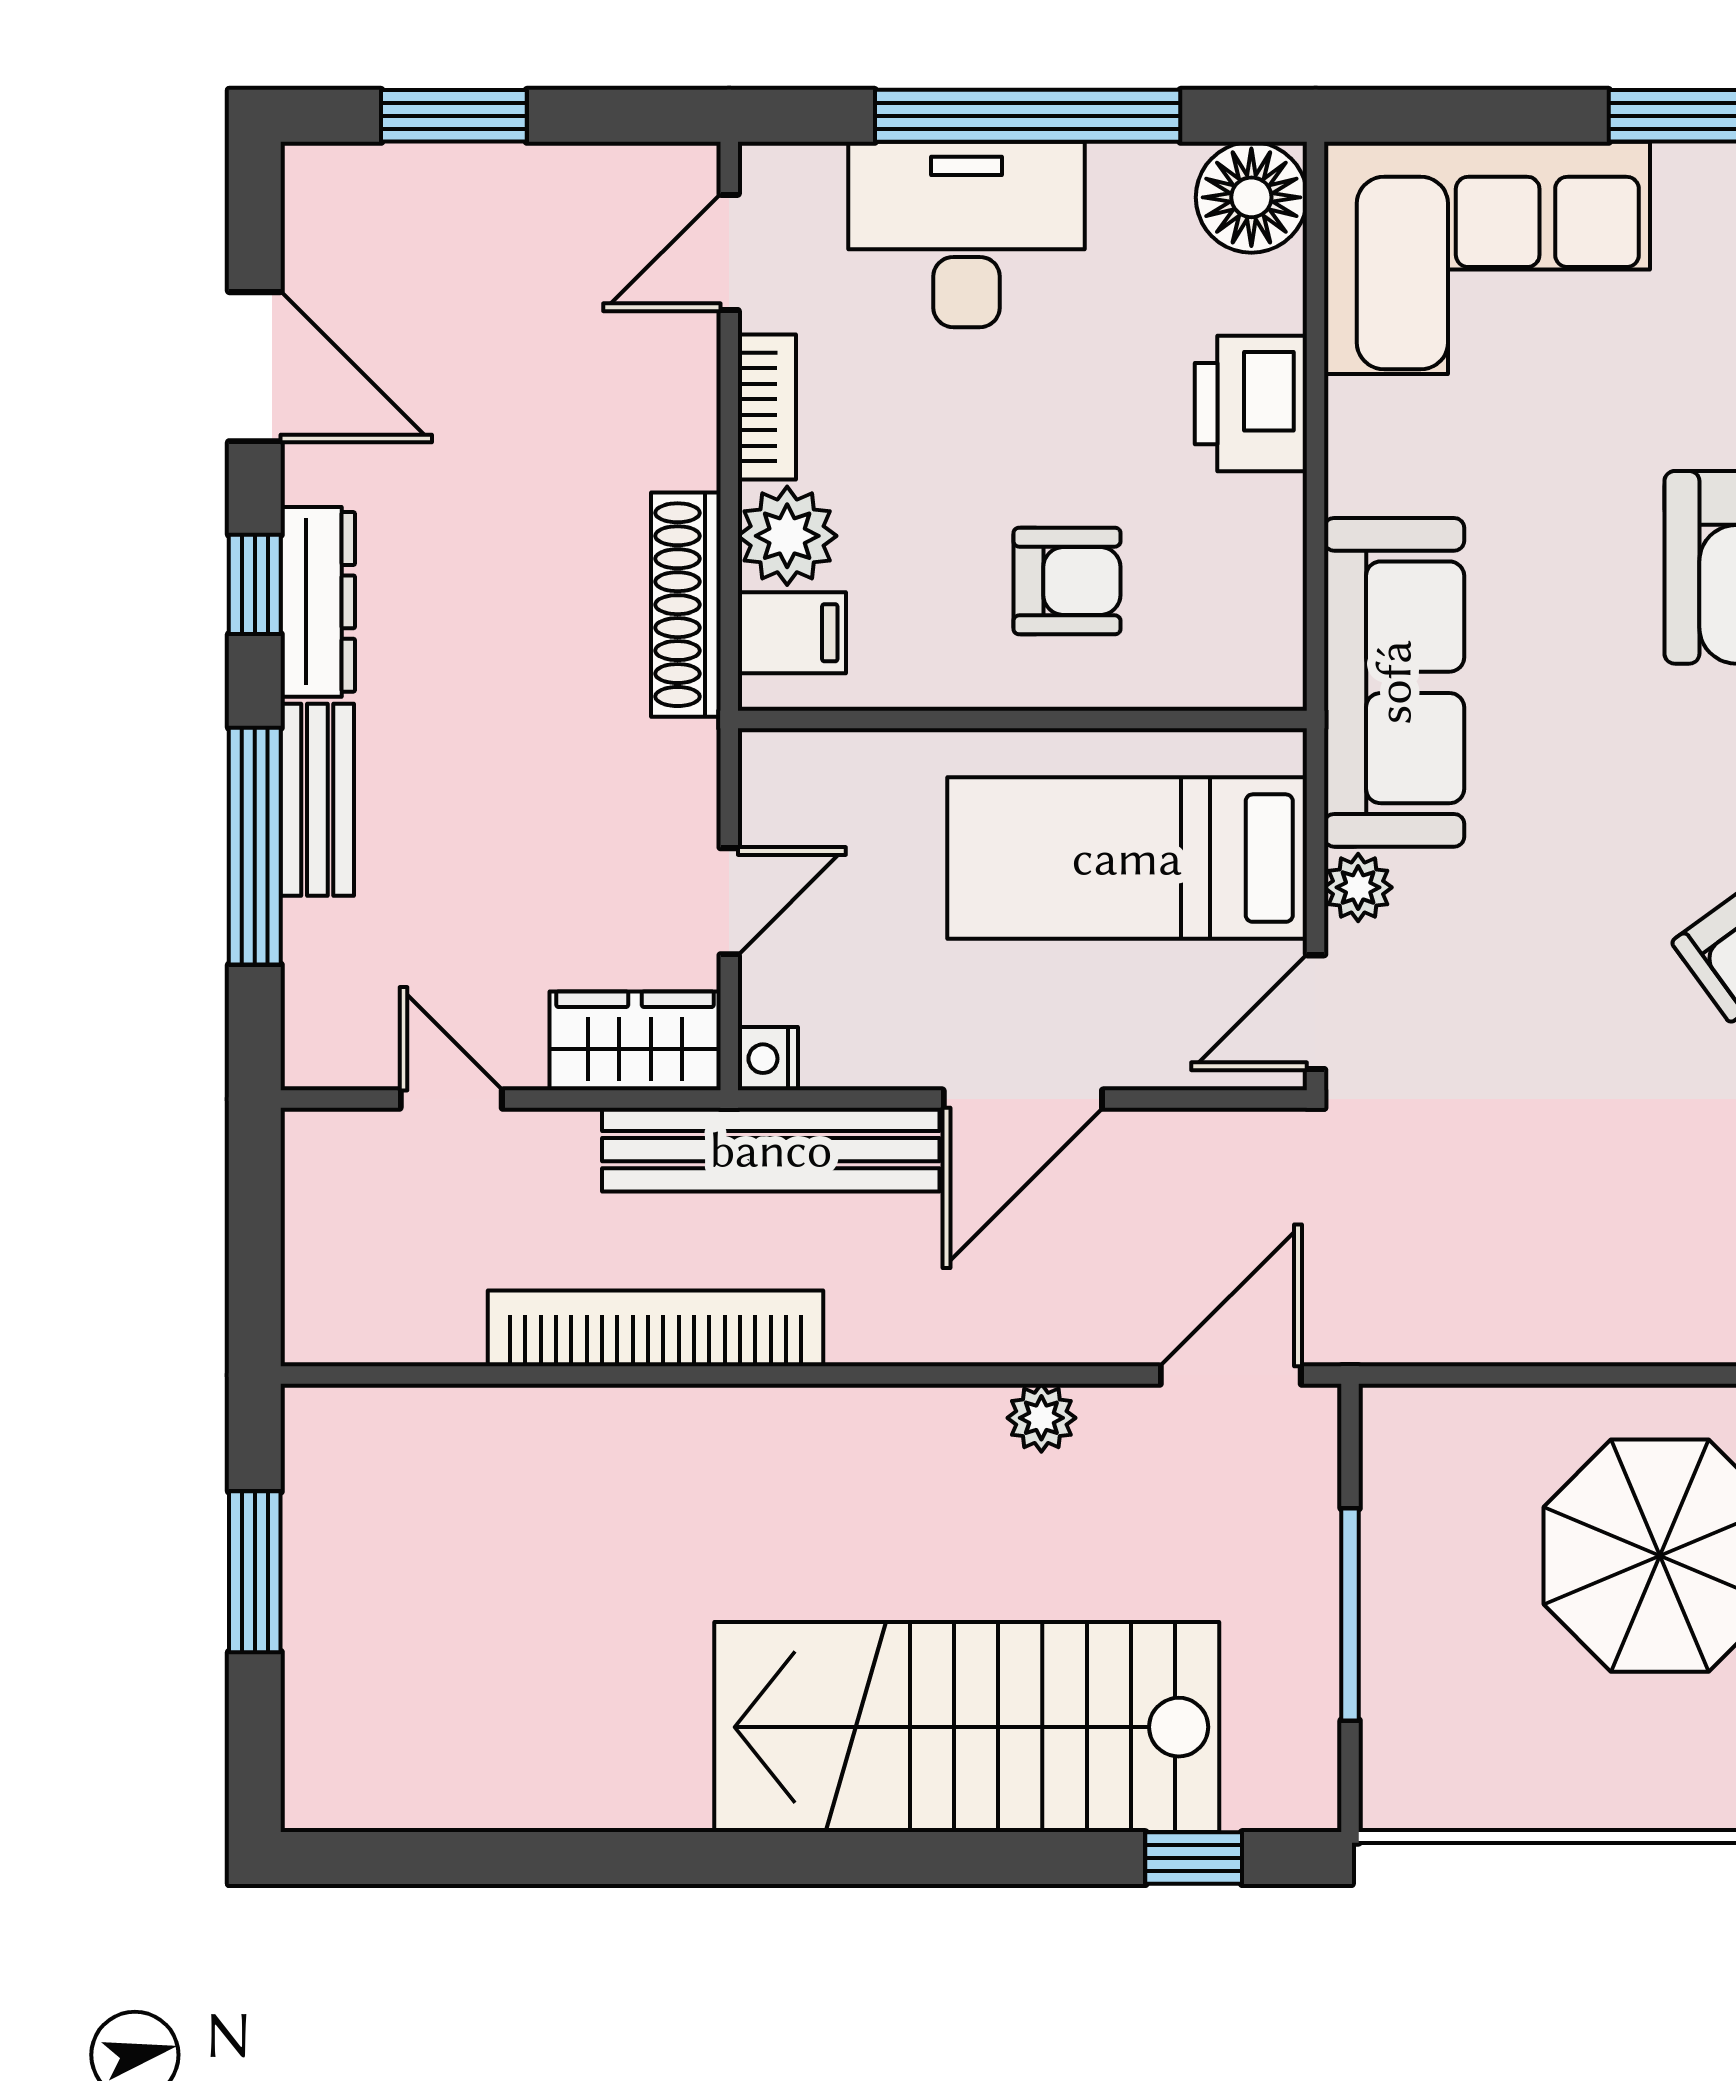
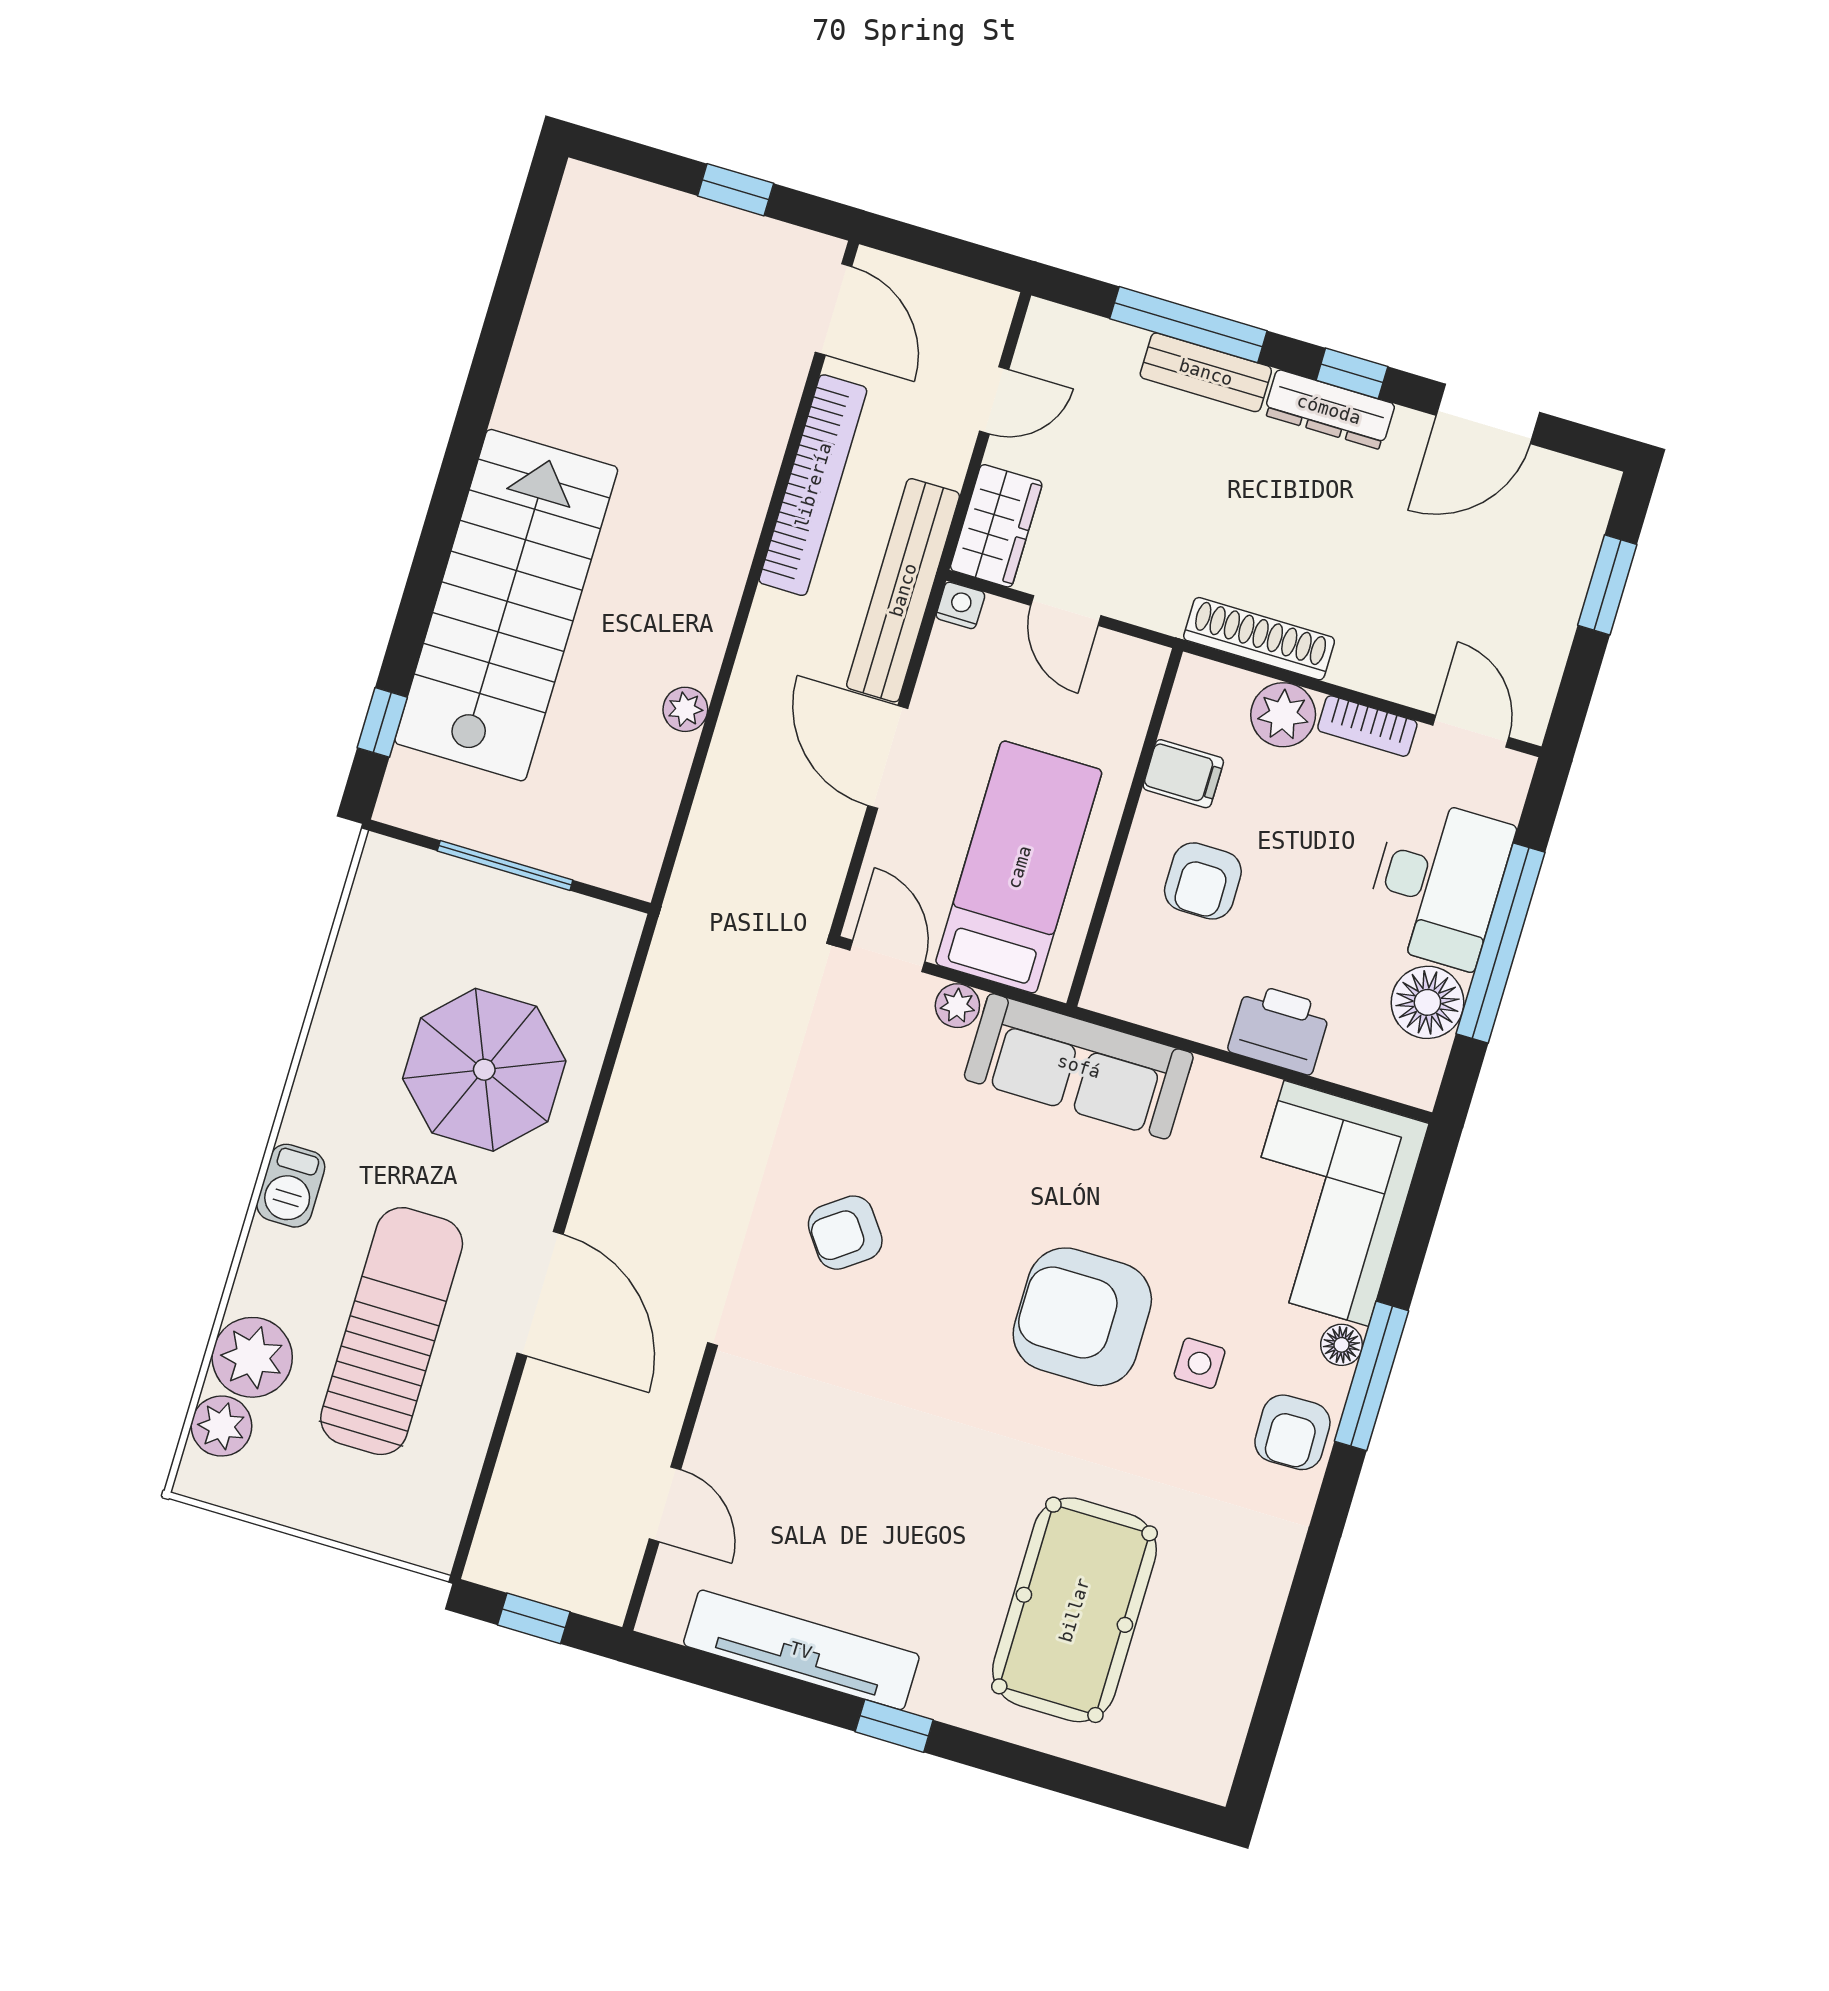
floor lamp: (1689, 174) -> (1342, 1345), added
floor lamp: (1251, 197) -> (1427, 1002), moved
filing cabinet: (792, 633) -> (1183, 774), moved, turned -90
door: (1231, 1375) -> (834, 309), moved
window: (255, 1572) -> (736, 190), width x0.67

